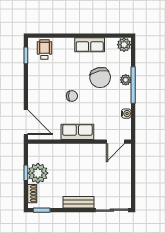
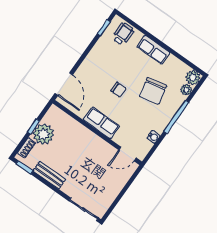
row of seats: (90, 45) -> (153, 50), moved
plant: (126, 80) -> (186, 90), moved
bench: (79, 202) -> (49, 175), moved

